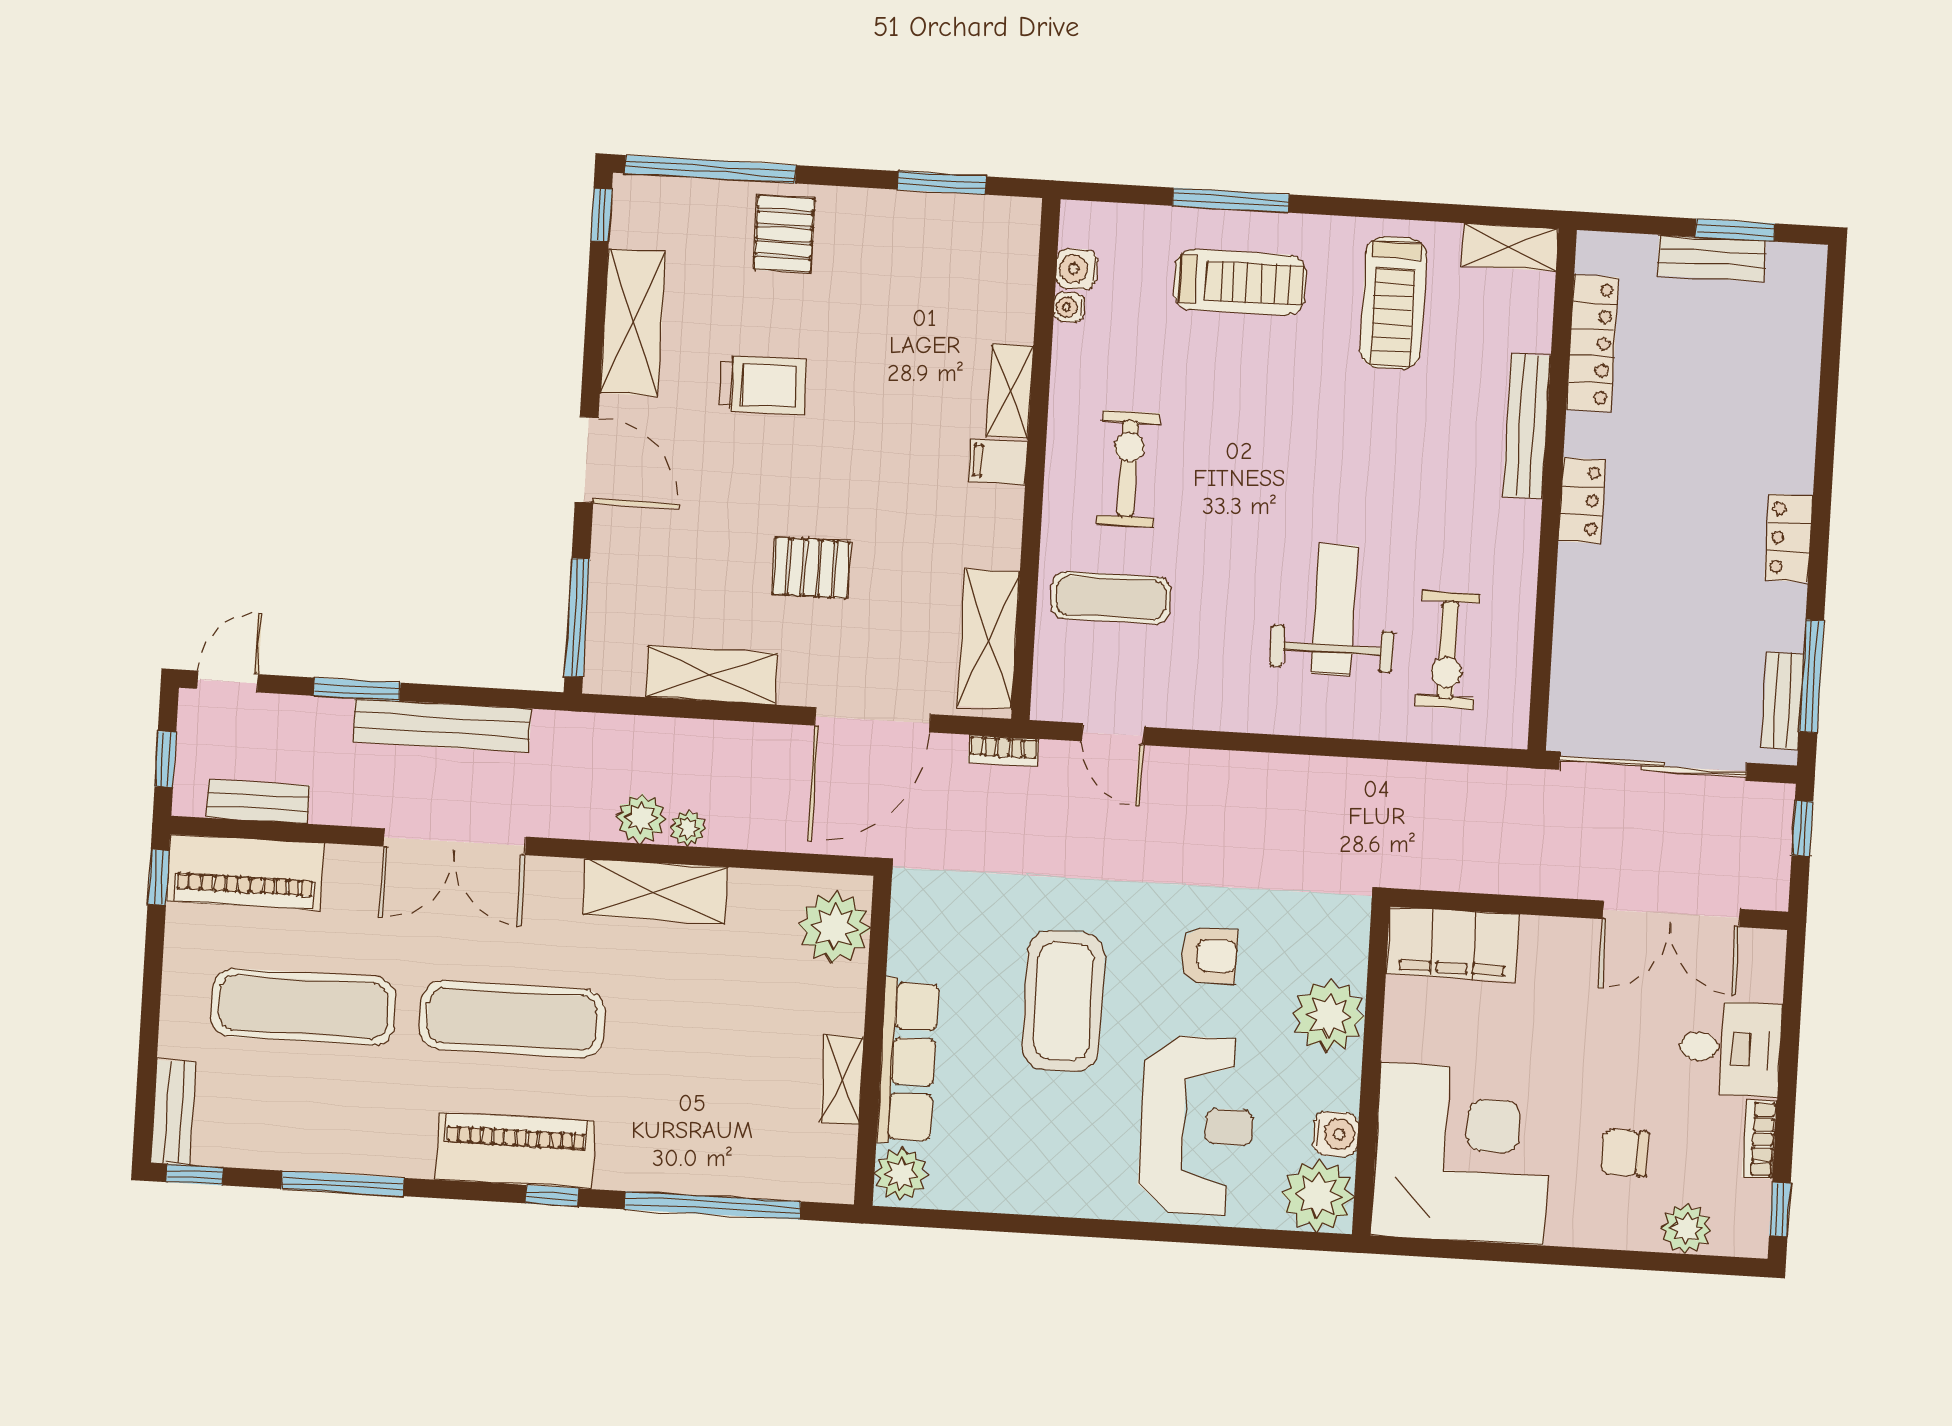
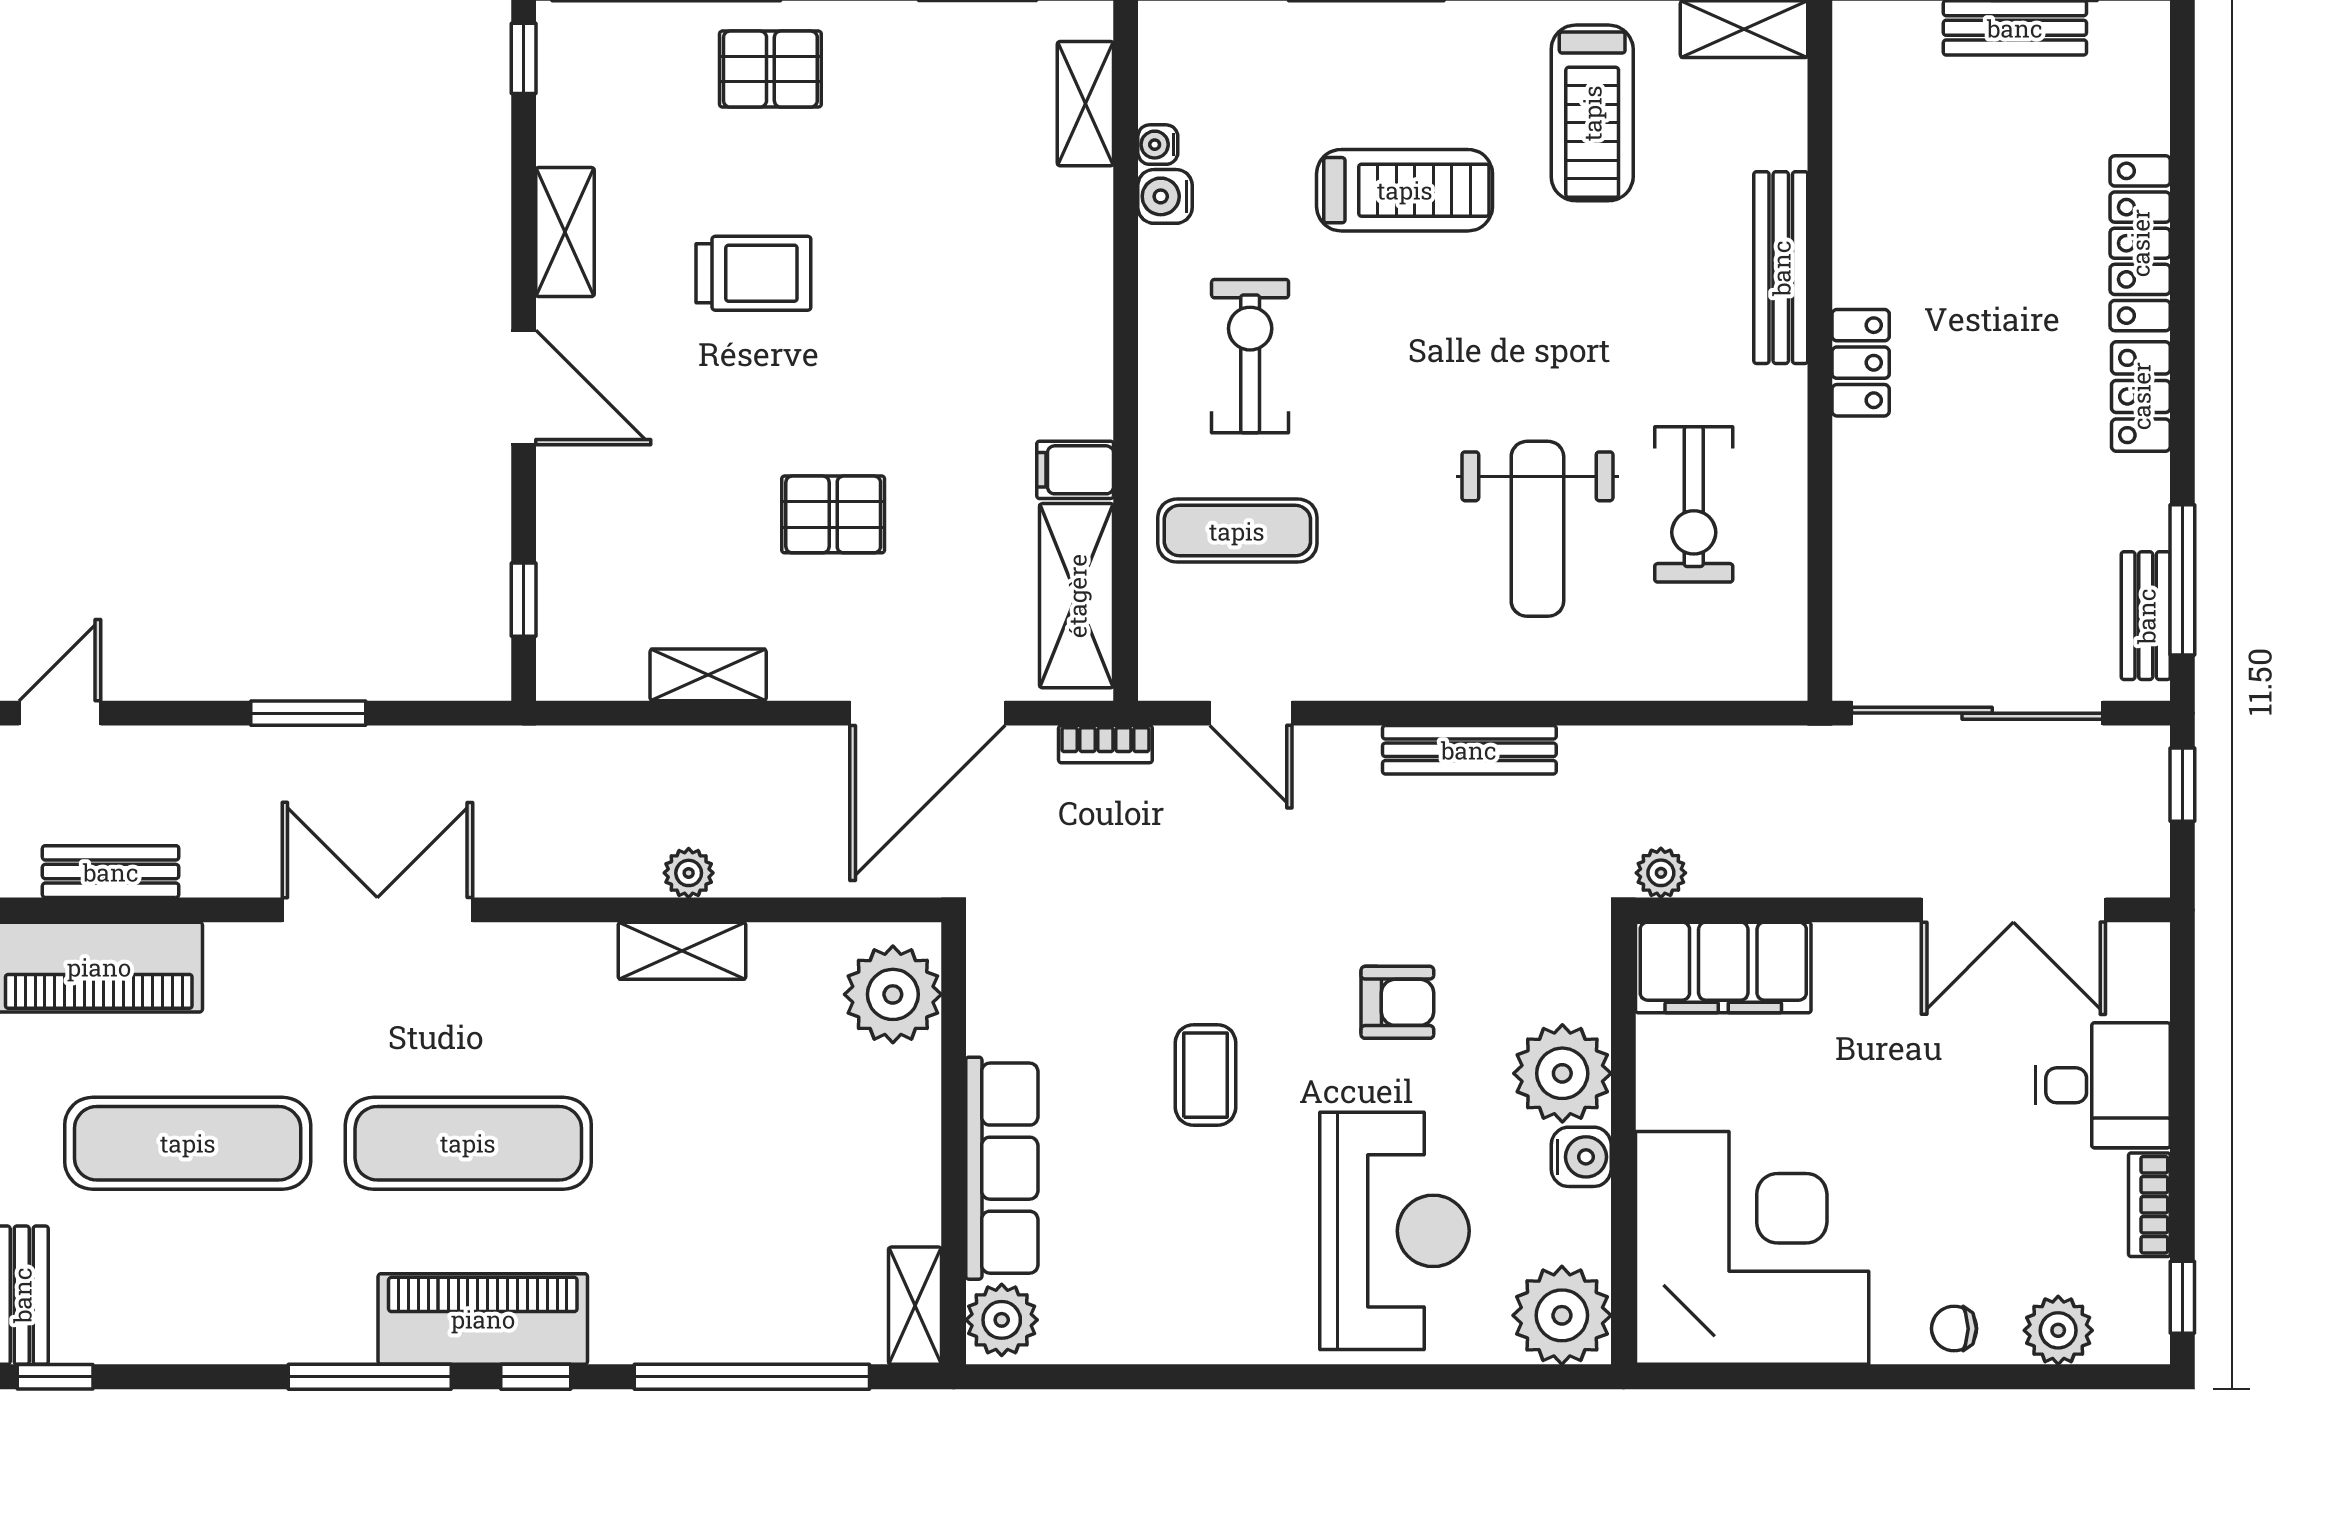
pallet: (784, 234) -> (770, 69), turned 90
water cooler: (1077, 269) -> (1165, 196), moved
treadmill: (1240, 282) -> (1405, 190), moved
shelving: (633, 322) -> (565, 232), width x0.67, depth x0.75
locker: (1592, 343) -> (2140, 243), moved, turned 180
shelving: (1010, 391) -> (1085, 104), moved
filing cabinet: (998, 462) -> (1075, 470), moved
weight bench: (1334, 610) -> (1537, 529), turned 180
window: (577, 617) -> (524, 600), width x0.46
exercise bike: (1448, 650) -> (1694, 504), moved
shelving: (712, 675) -> (708, 675), width x0.67, depth x0.75
window: (357, 689) -> (308, 713), moved
bench: (442, 725) -> (1469, 750), moved, width x0.73, depth x0.82
plant: (641, 818) -> (1661, 873), moved, width x0.73, depth x0.73
double door: (455, 842) -> (377, 910), swing flipped
shelving: (655, 891) -> (682, 951), width x0.67, depth x0.75
coffee table: (1063, 1001) -> (1205, 1075), width x0.54, depth x0.58
shelving: (842, 1080) -> (915, 1306), moved
water cooler: (1336, 1134) -> (1581, 1157), moved
chair: (1624, 1153) -> (1954, 1329), moved, width x0.73, depth x0.73
window: (343, 1183) -> (370, 1377), moved

